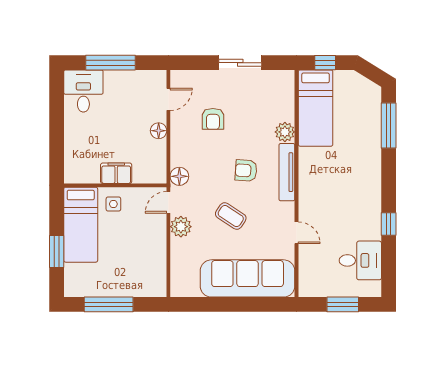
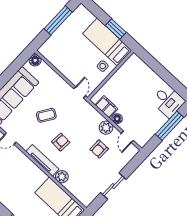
armchair: (213, 119) -> (99, 149), turned -90
filing cabinet: (116, 173) -> (106, 107), moved, turned -90
floor lamp: (179, 176) -> (35, 60), moved
plant: (181, 227) -> (106, 128), moved
window: (57, 251) -> (116, 29), moved

